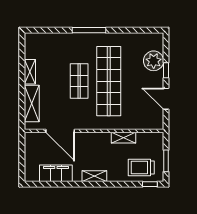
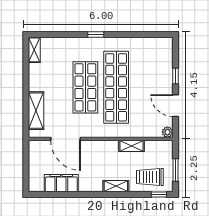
window: (89, 30) -> (96, 34), width x0.46
plant: (154, 61) -> (167, 132), moved, width x0.53, depth x0.53
shelving: (30, 72) -> (34, 50), moved
shop shelf: (79, 81) -> (85, 87), width x1.43, depth x1.36
shelving: (94, 176) -> (116, 186), moved

